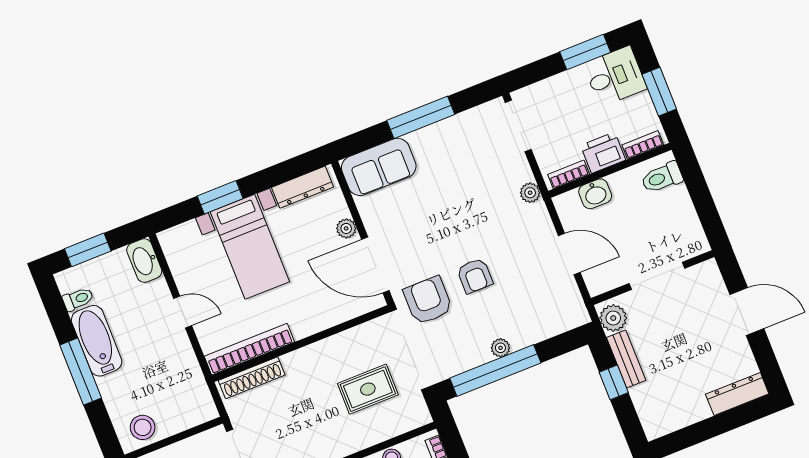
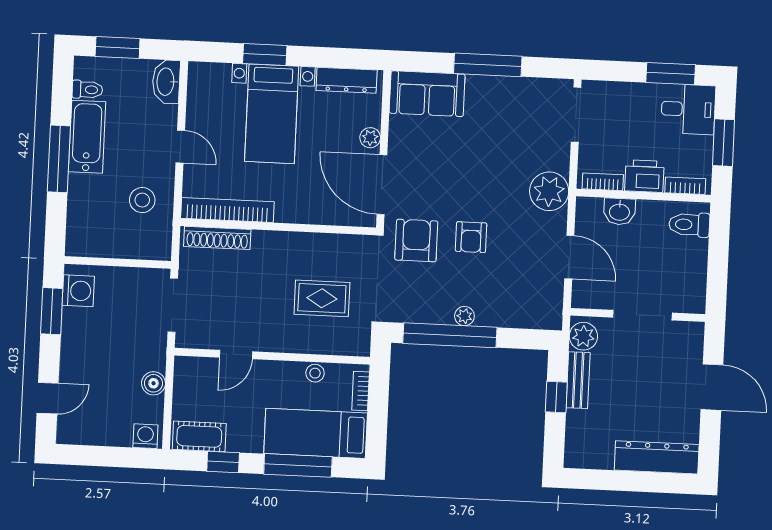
plant: (530, 193) -> (549, 191), width x1.87, depth x1.87
dresser: (737, 394) -> (657, 457), width x1.37, depth x1.24
stool: (143, 427) -> (142, 200), moved

